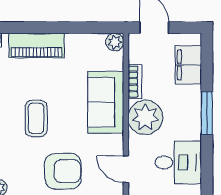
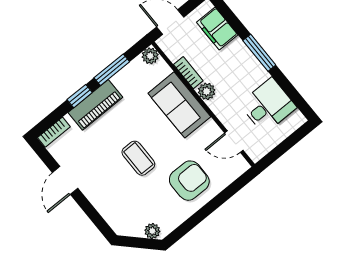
window: (30, 28) -> (80, 96), added
window: (74, 28) -> (112, 70), added
plant: (145, 117) -> (207, 91), width x0.53, depth x0.53

